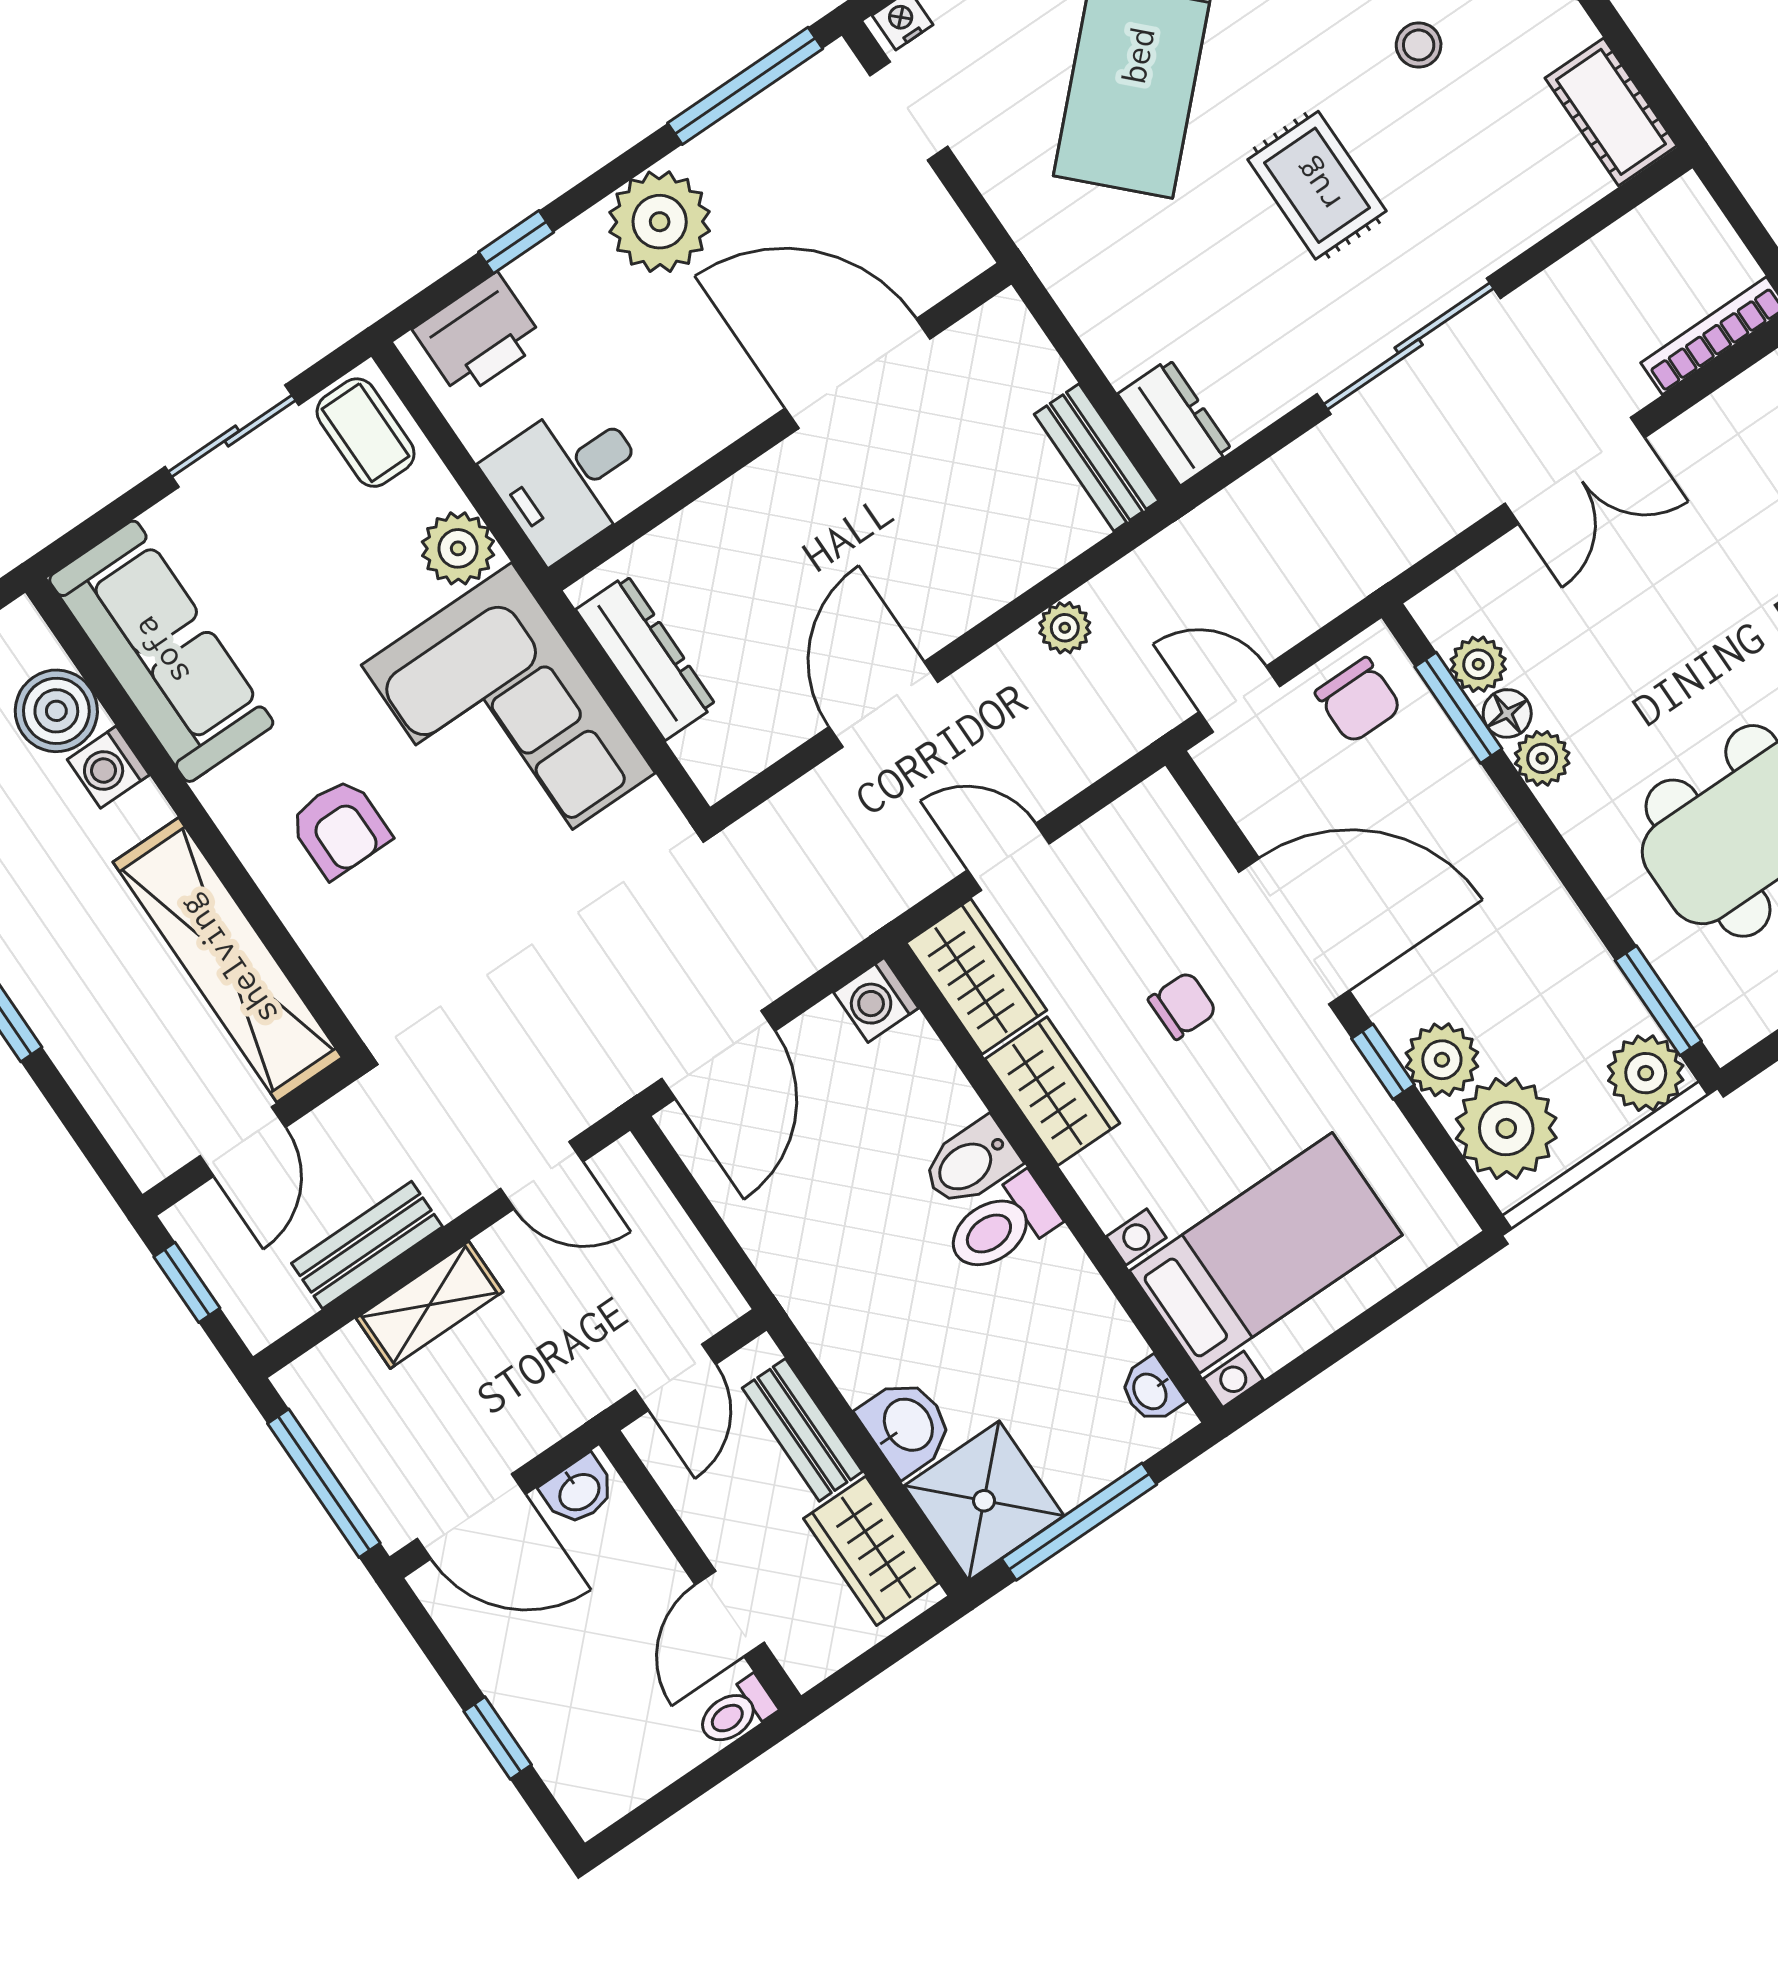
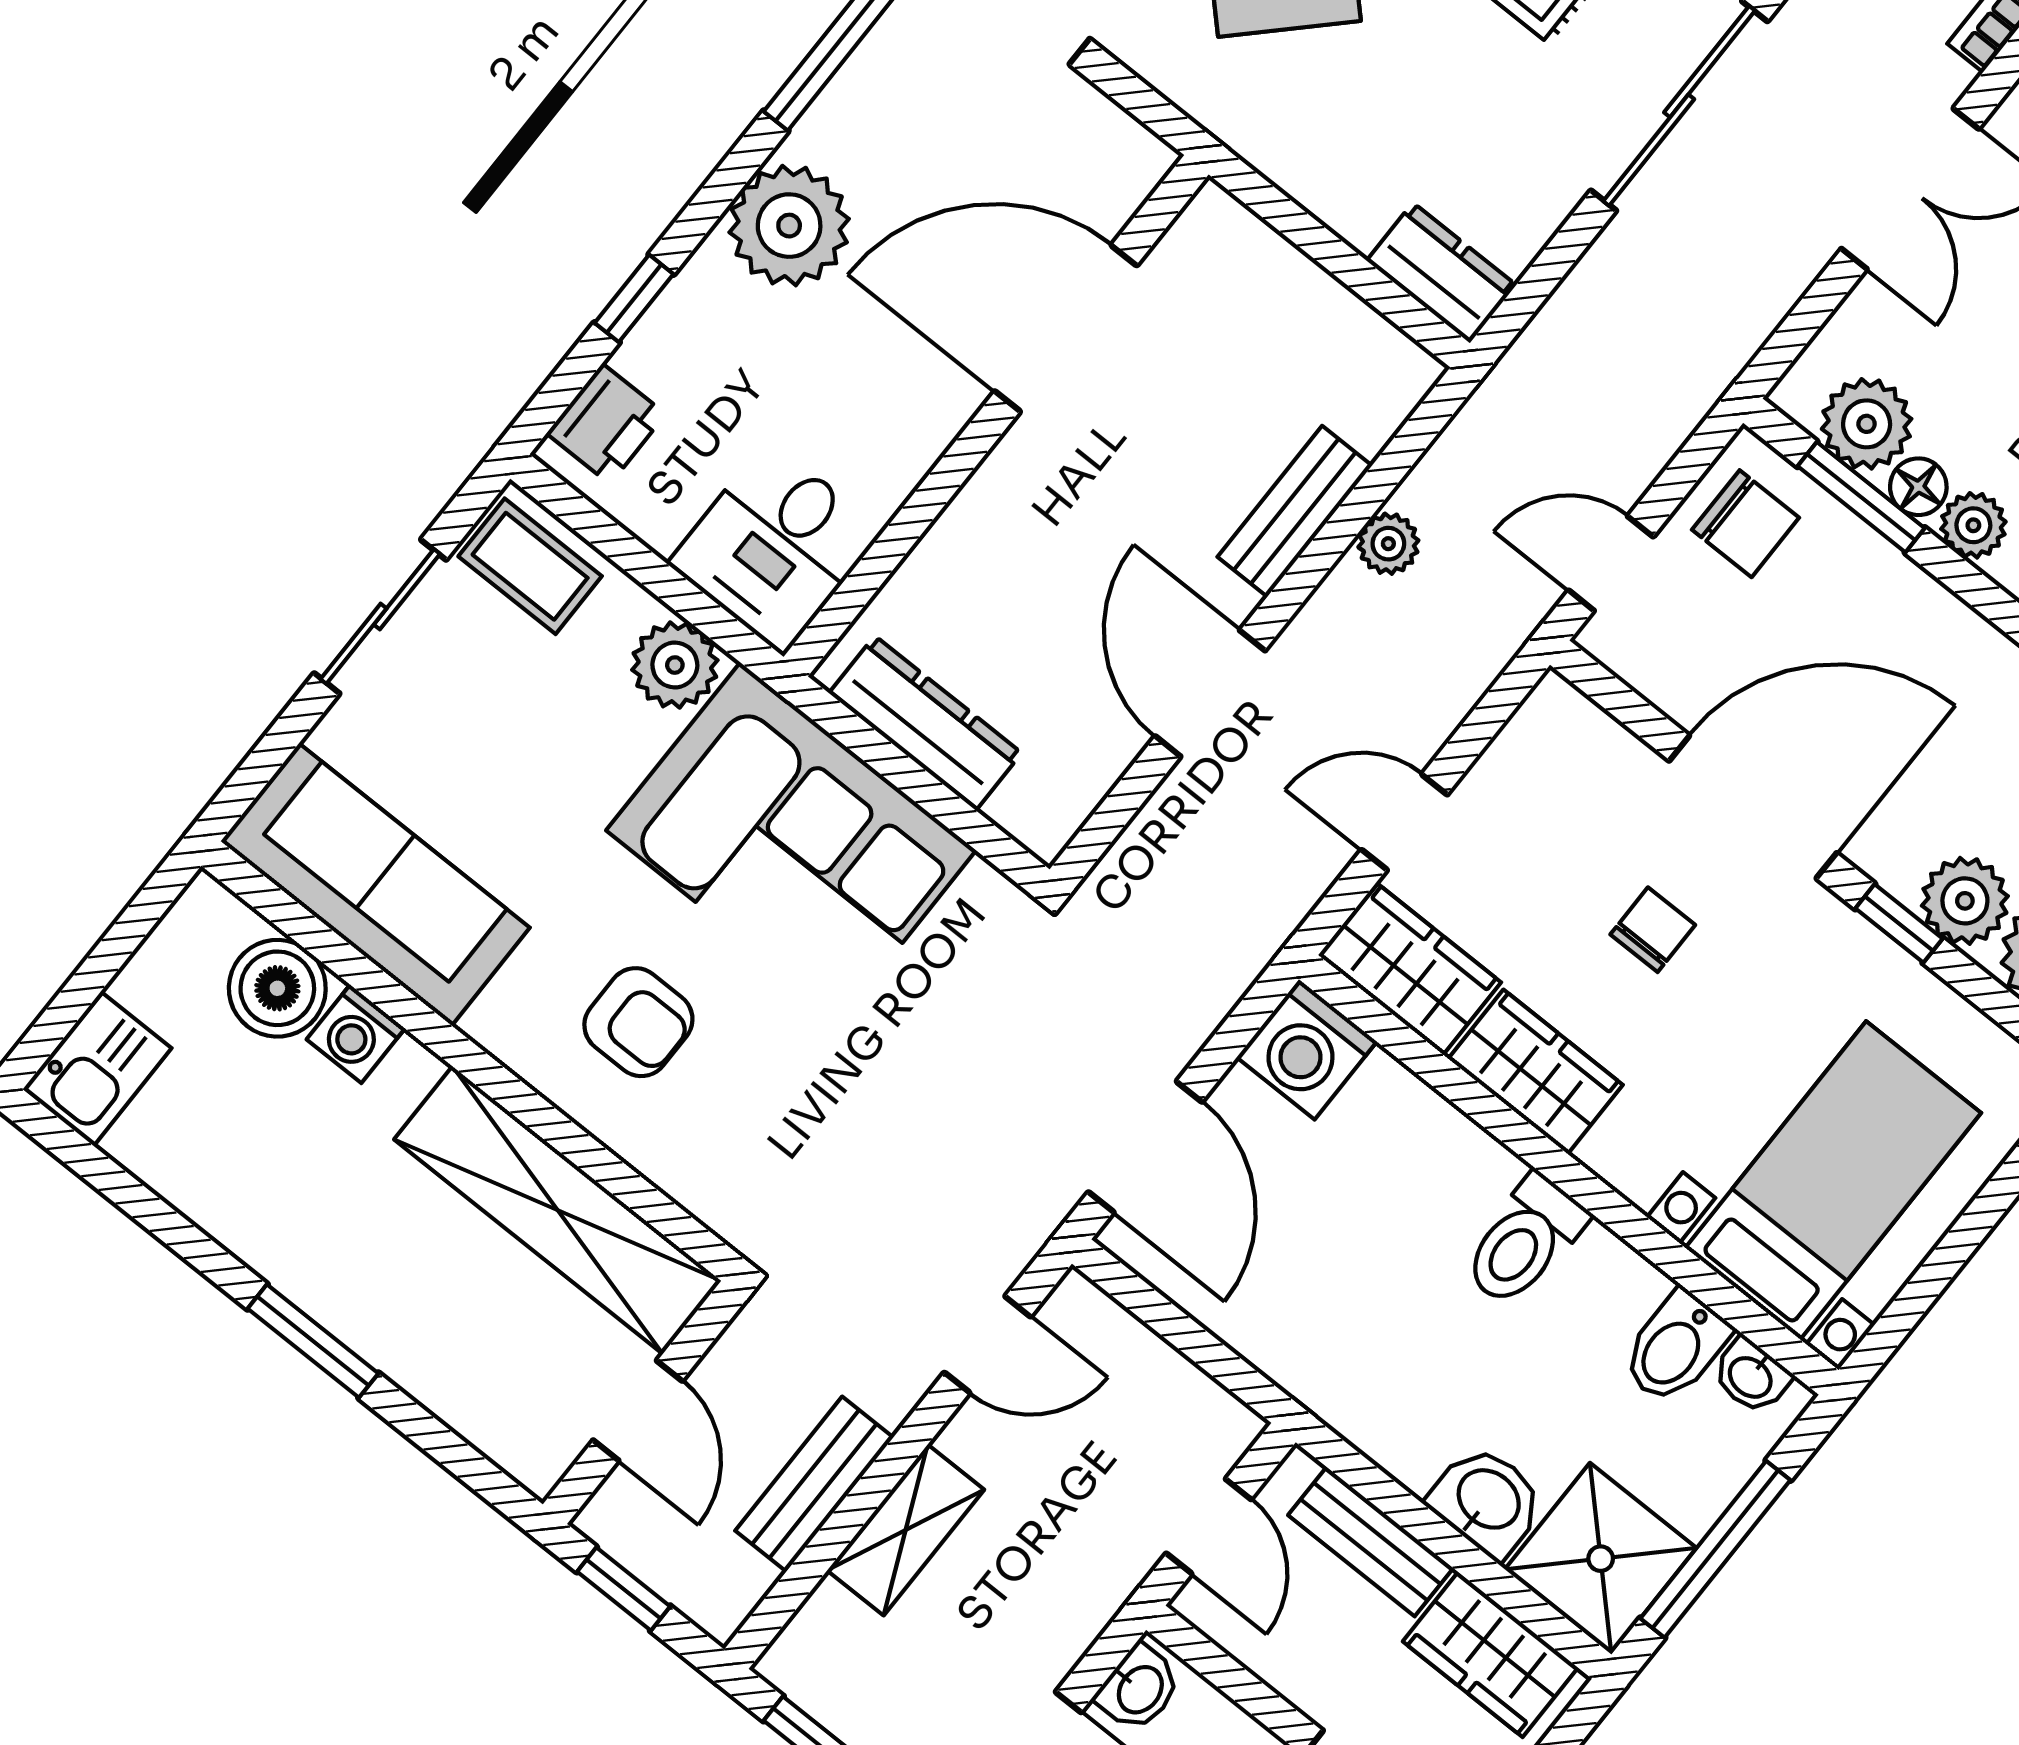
printer: (478, 335) -> (606, 424), width x0.73, depth x0.81
bench: (1096, 457) -> (1295, 511), moved, turned 90
plant: (1478, 664) -> (1867, 424), width x1.38, depth x1.38
washing machine: (876, 1000) -> (1307, 1049), width x1.38, depth x1.38
bidet: (970, 1163) -> (1675, 1347), moved

